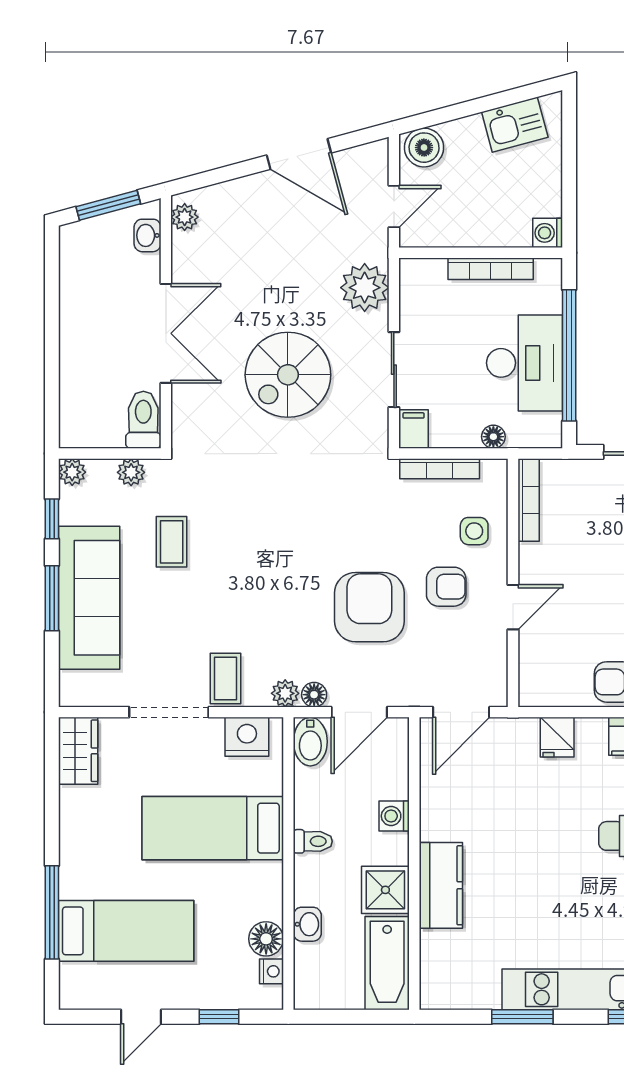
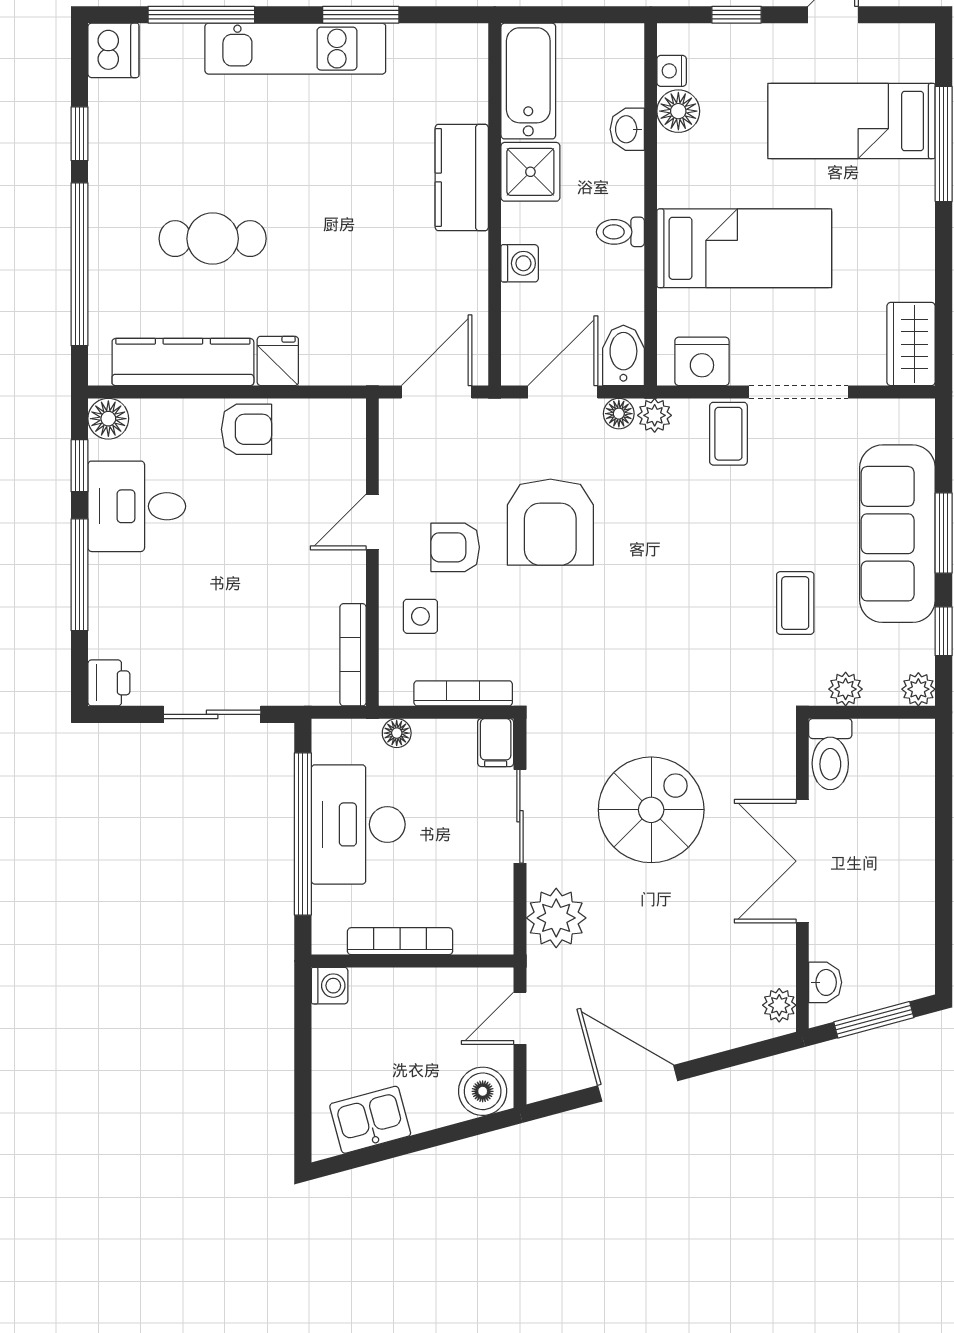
fridge: (557, 737) -> (278, 361), moved

